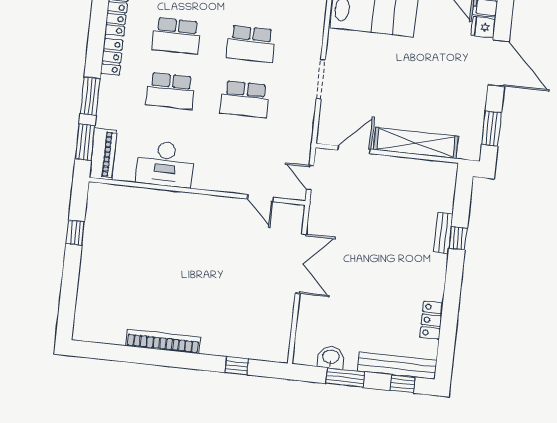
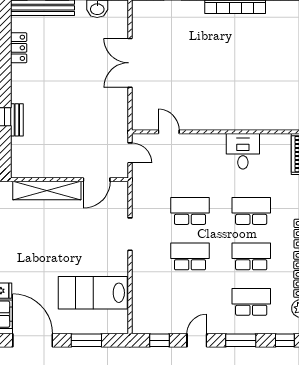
desk: (165, 164) -> (243, 151), width x0.73
double door: (301, 264) -> (130, 63), moved

